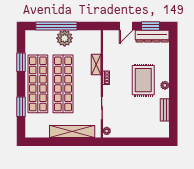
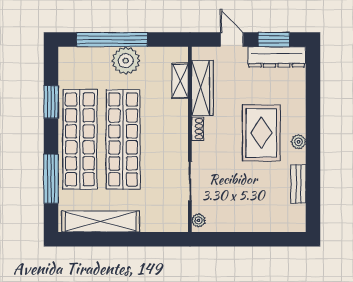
door: (126, 26) -> (232, 40), swing flipped
wardrobe: (109, 54) -> (202, 88), added
shelving: (96, 64) -> (180, 81), moved
window: (21, 107) -> (51, 179), width x1.44
shelving: (72, 132) -> (101, 221), moved

